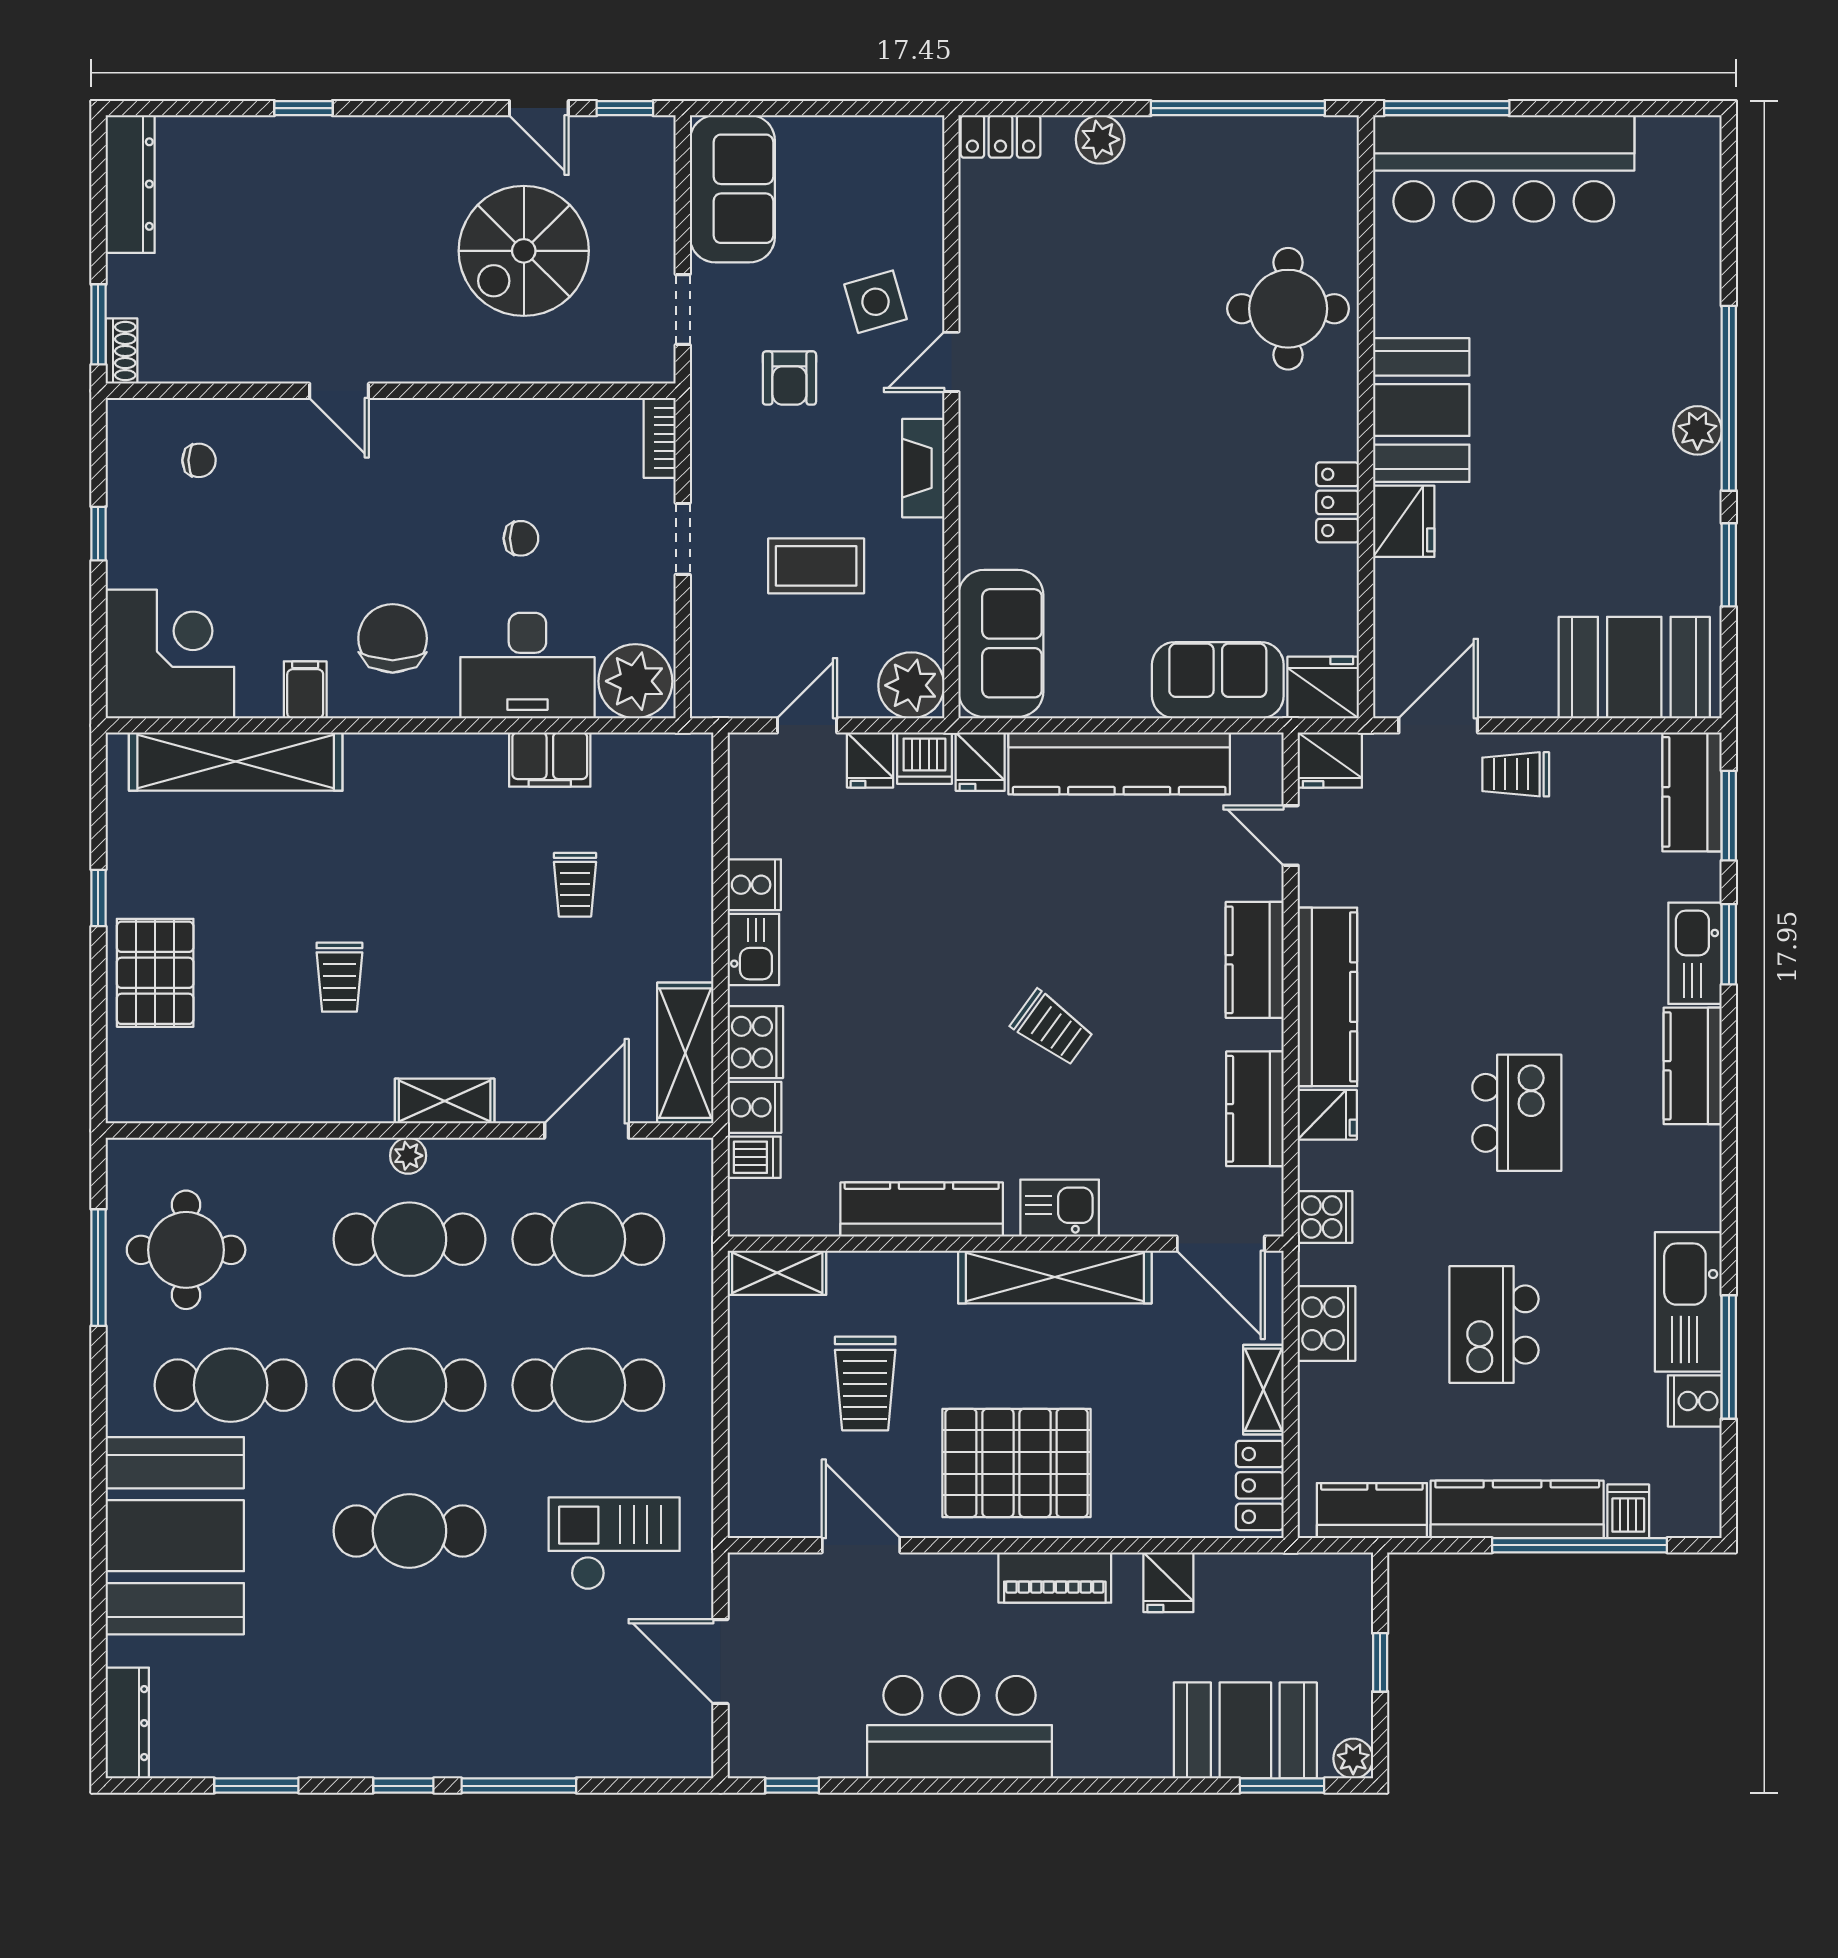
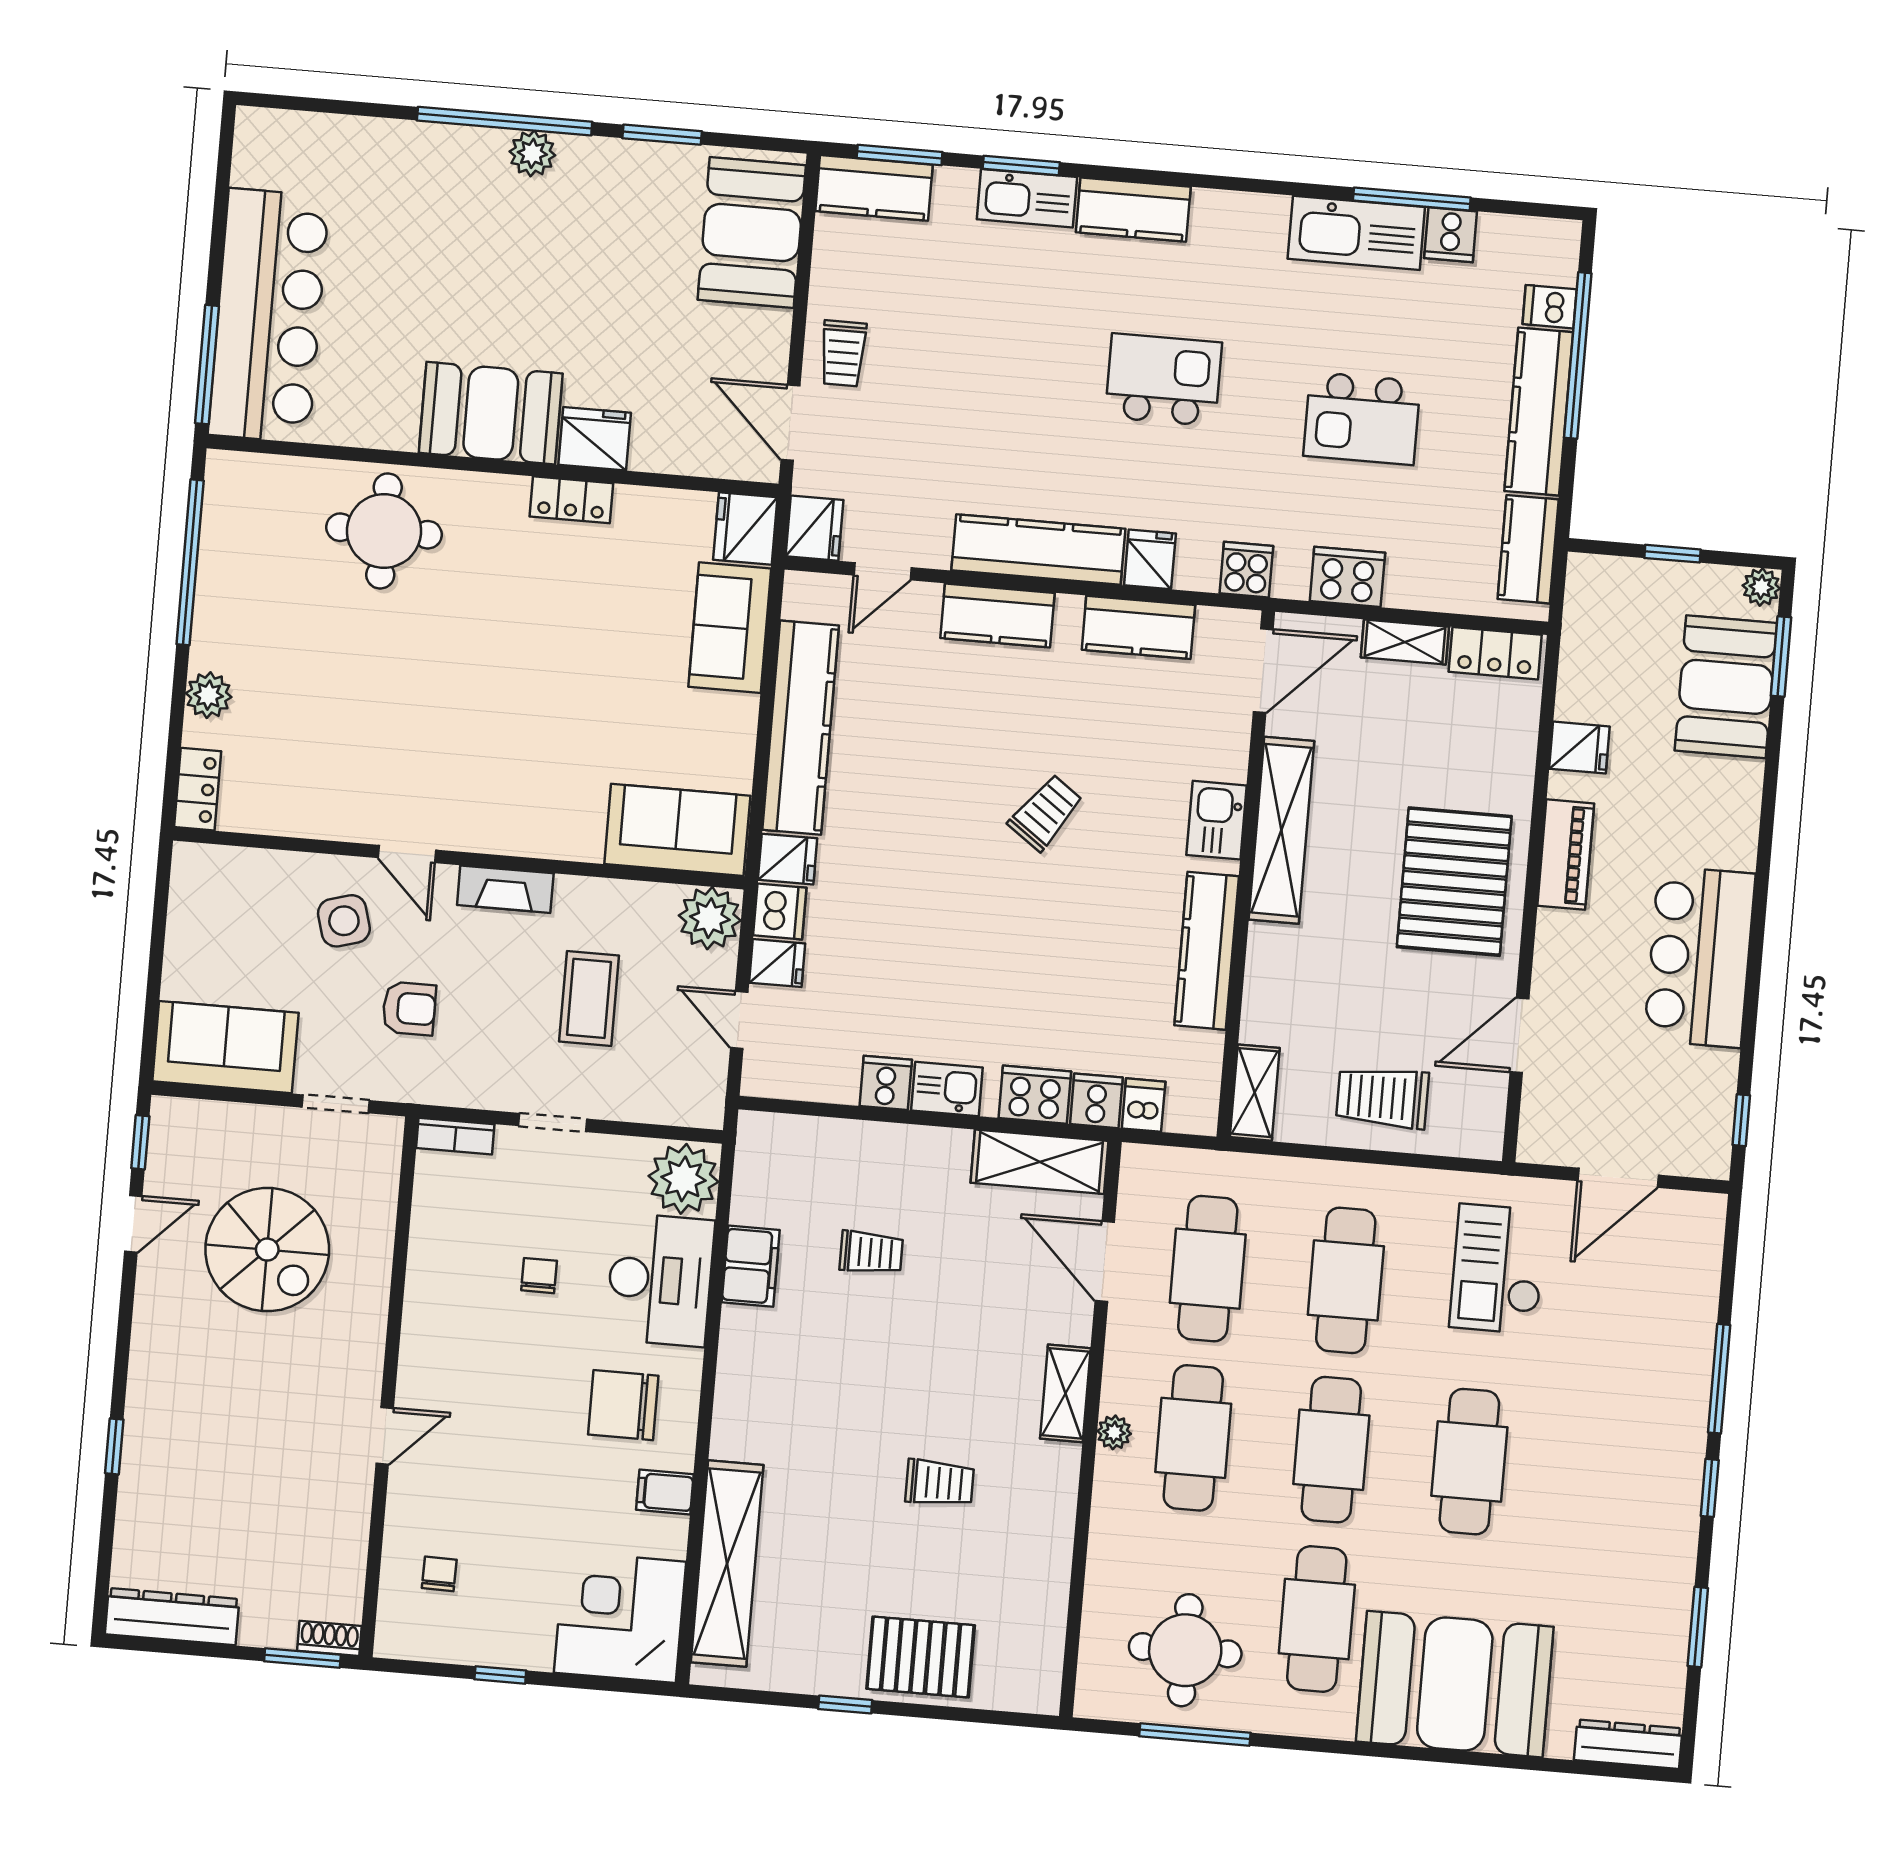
trolley: (865, 1383) -> (1382, 1097), moved, turned 180

